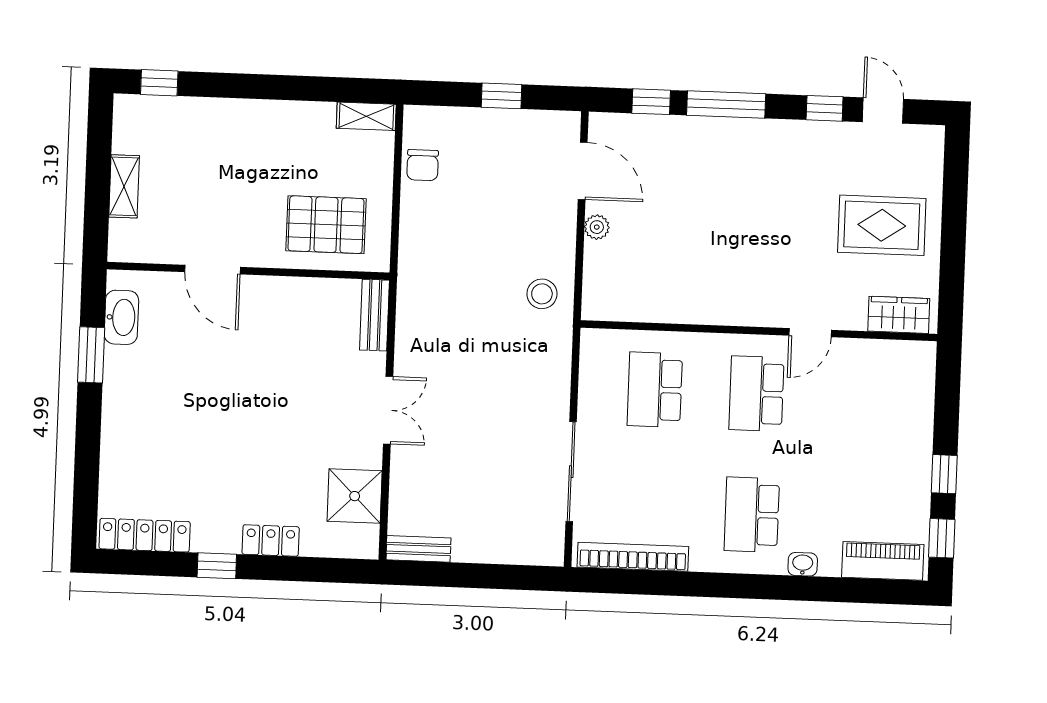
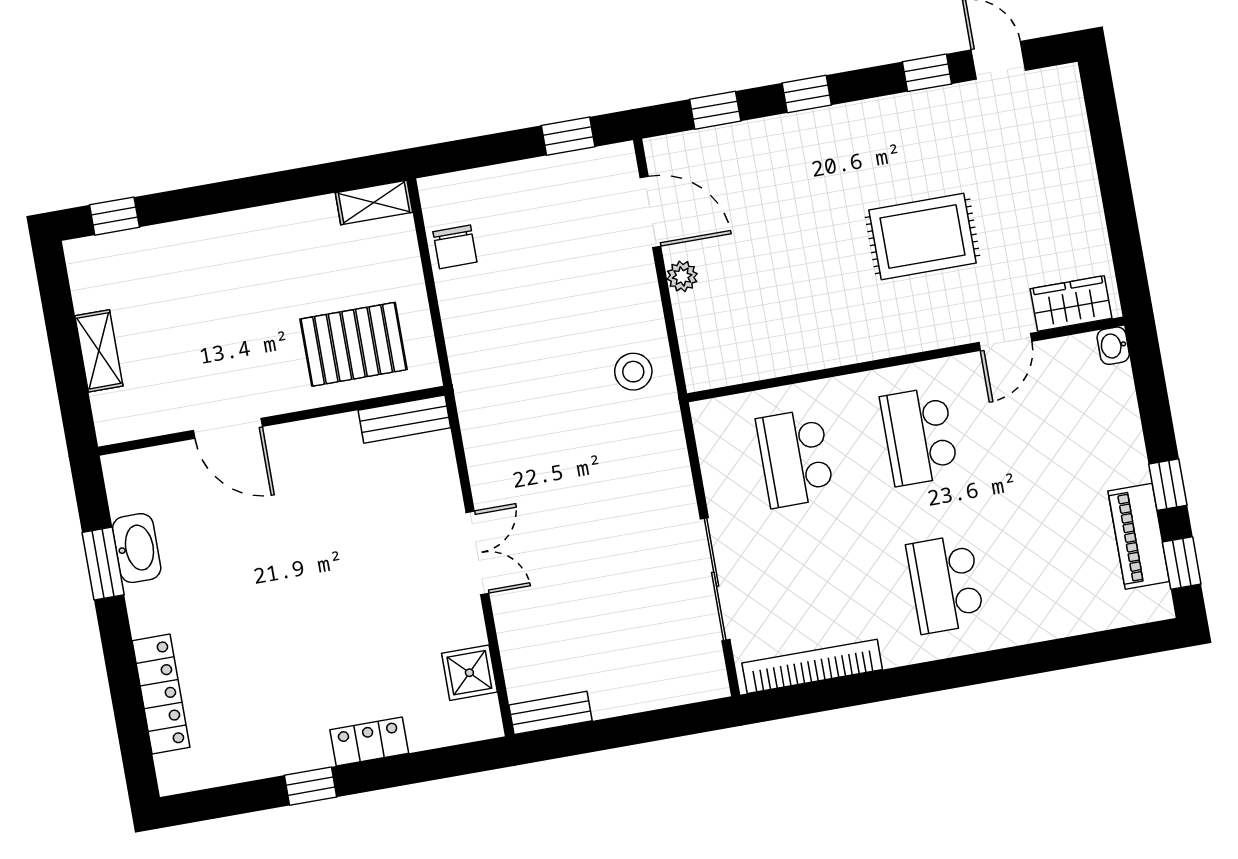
window: (502, 96) -> (568, 136), moved
window: (726, 105) -> (807, 94), width x0.46
rug: (882, 225) -> (923, 237), moved
bench: (374, 315) -> (404, 419), moved, turned 90
washbasin: (121, 317) -> (137, 548), moved
door: (810, 333) -> (1005, 342), moved
shower: (355, 496) -> (469, 673), width x0.73, depth x0.73
locker: (145, 535) -> (161, 694), moved, turned 90
piano: (883, 561) -> (1139, 536), moved, turned -90
washbasin: (803, 564) -> (1113, 346), moved, turned -90

